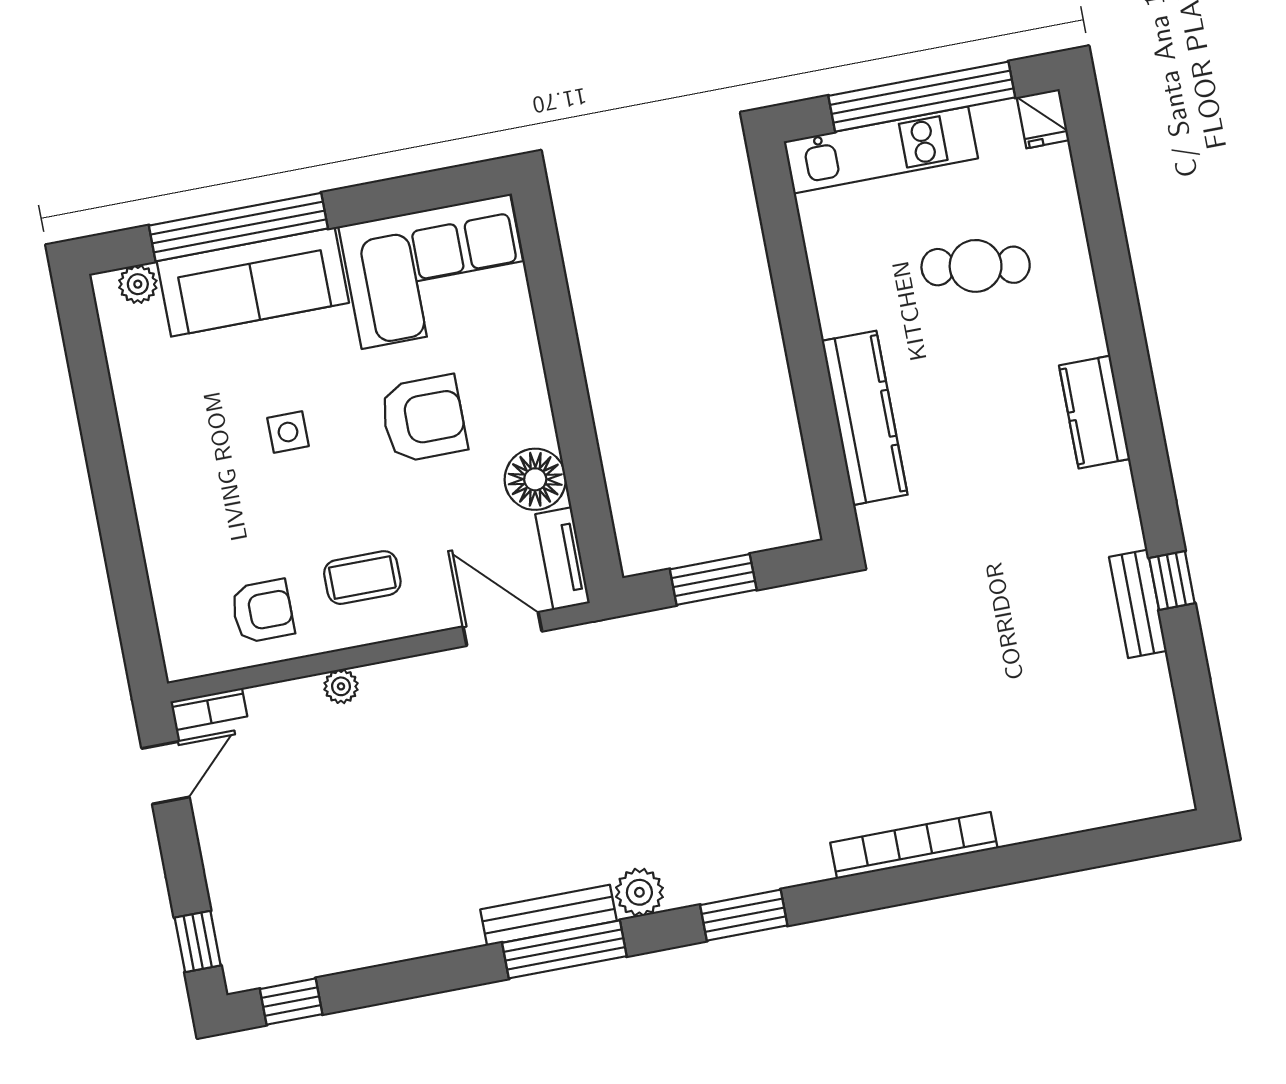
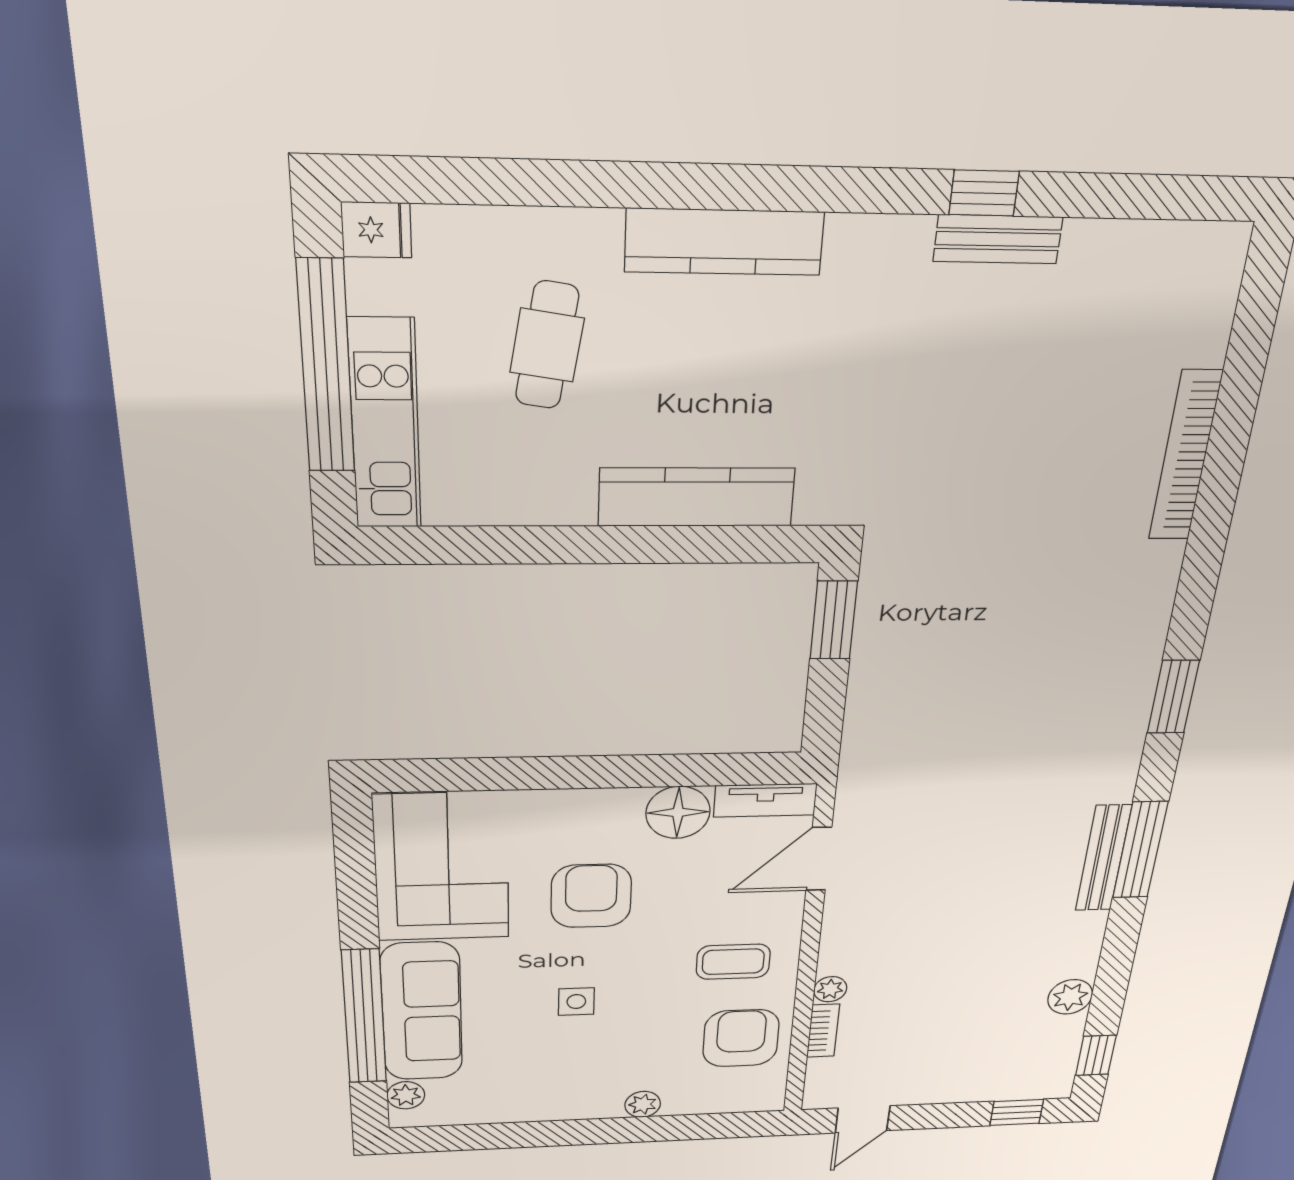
kitchen counter: (1095, 412) -> (724, 242), width x1.50
plant: (157, 530) -> (643, 1104), added
coffee table: (362, 578) -> (733, 962), turned 90
window: (713, 580) -> (834, 620), moved
armchair: (263, 611) -> (741, 1038), width x1.38, depth x1.38
bookcase: (209, 709) -> (823, 1031), moved
door: (165, 773) -> (863, 1119), swing flipped
bookcase: (914, 845) -> (1185, 456), moved
plant: (639, 892) -> (1070, 997), moved

